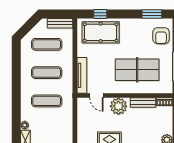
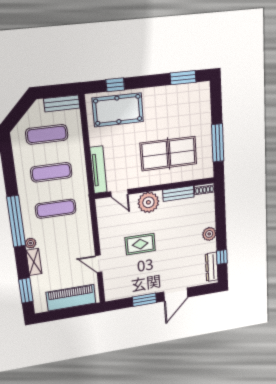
armchair: (161, 36) -> (196, 106), removed
window: (16, 106) -> (16, 221), added

